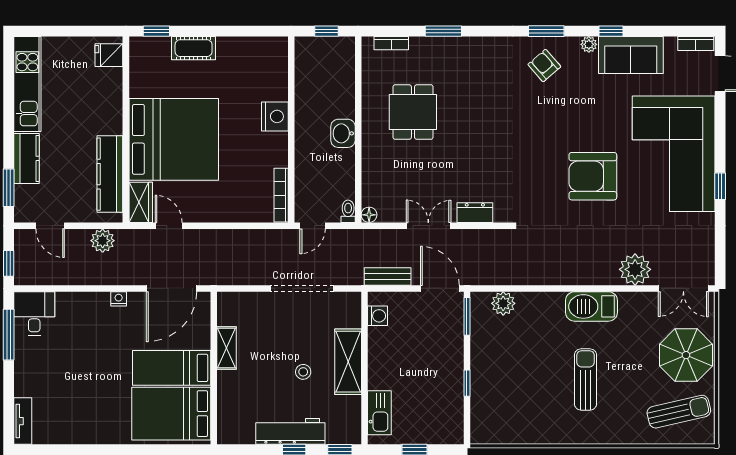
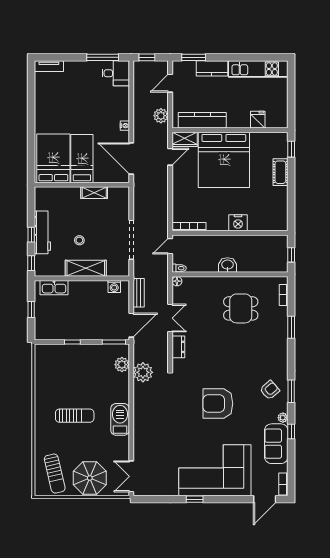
fridge: (109, 55) -> (258, 120), moved
armchair: (593, 176) -> (218, 404), moved, turned -90
door: (313, 226) -> (170, 246), hinge flipped
plant: (635, 269) -> (143, 372), moved

